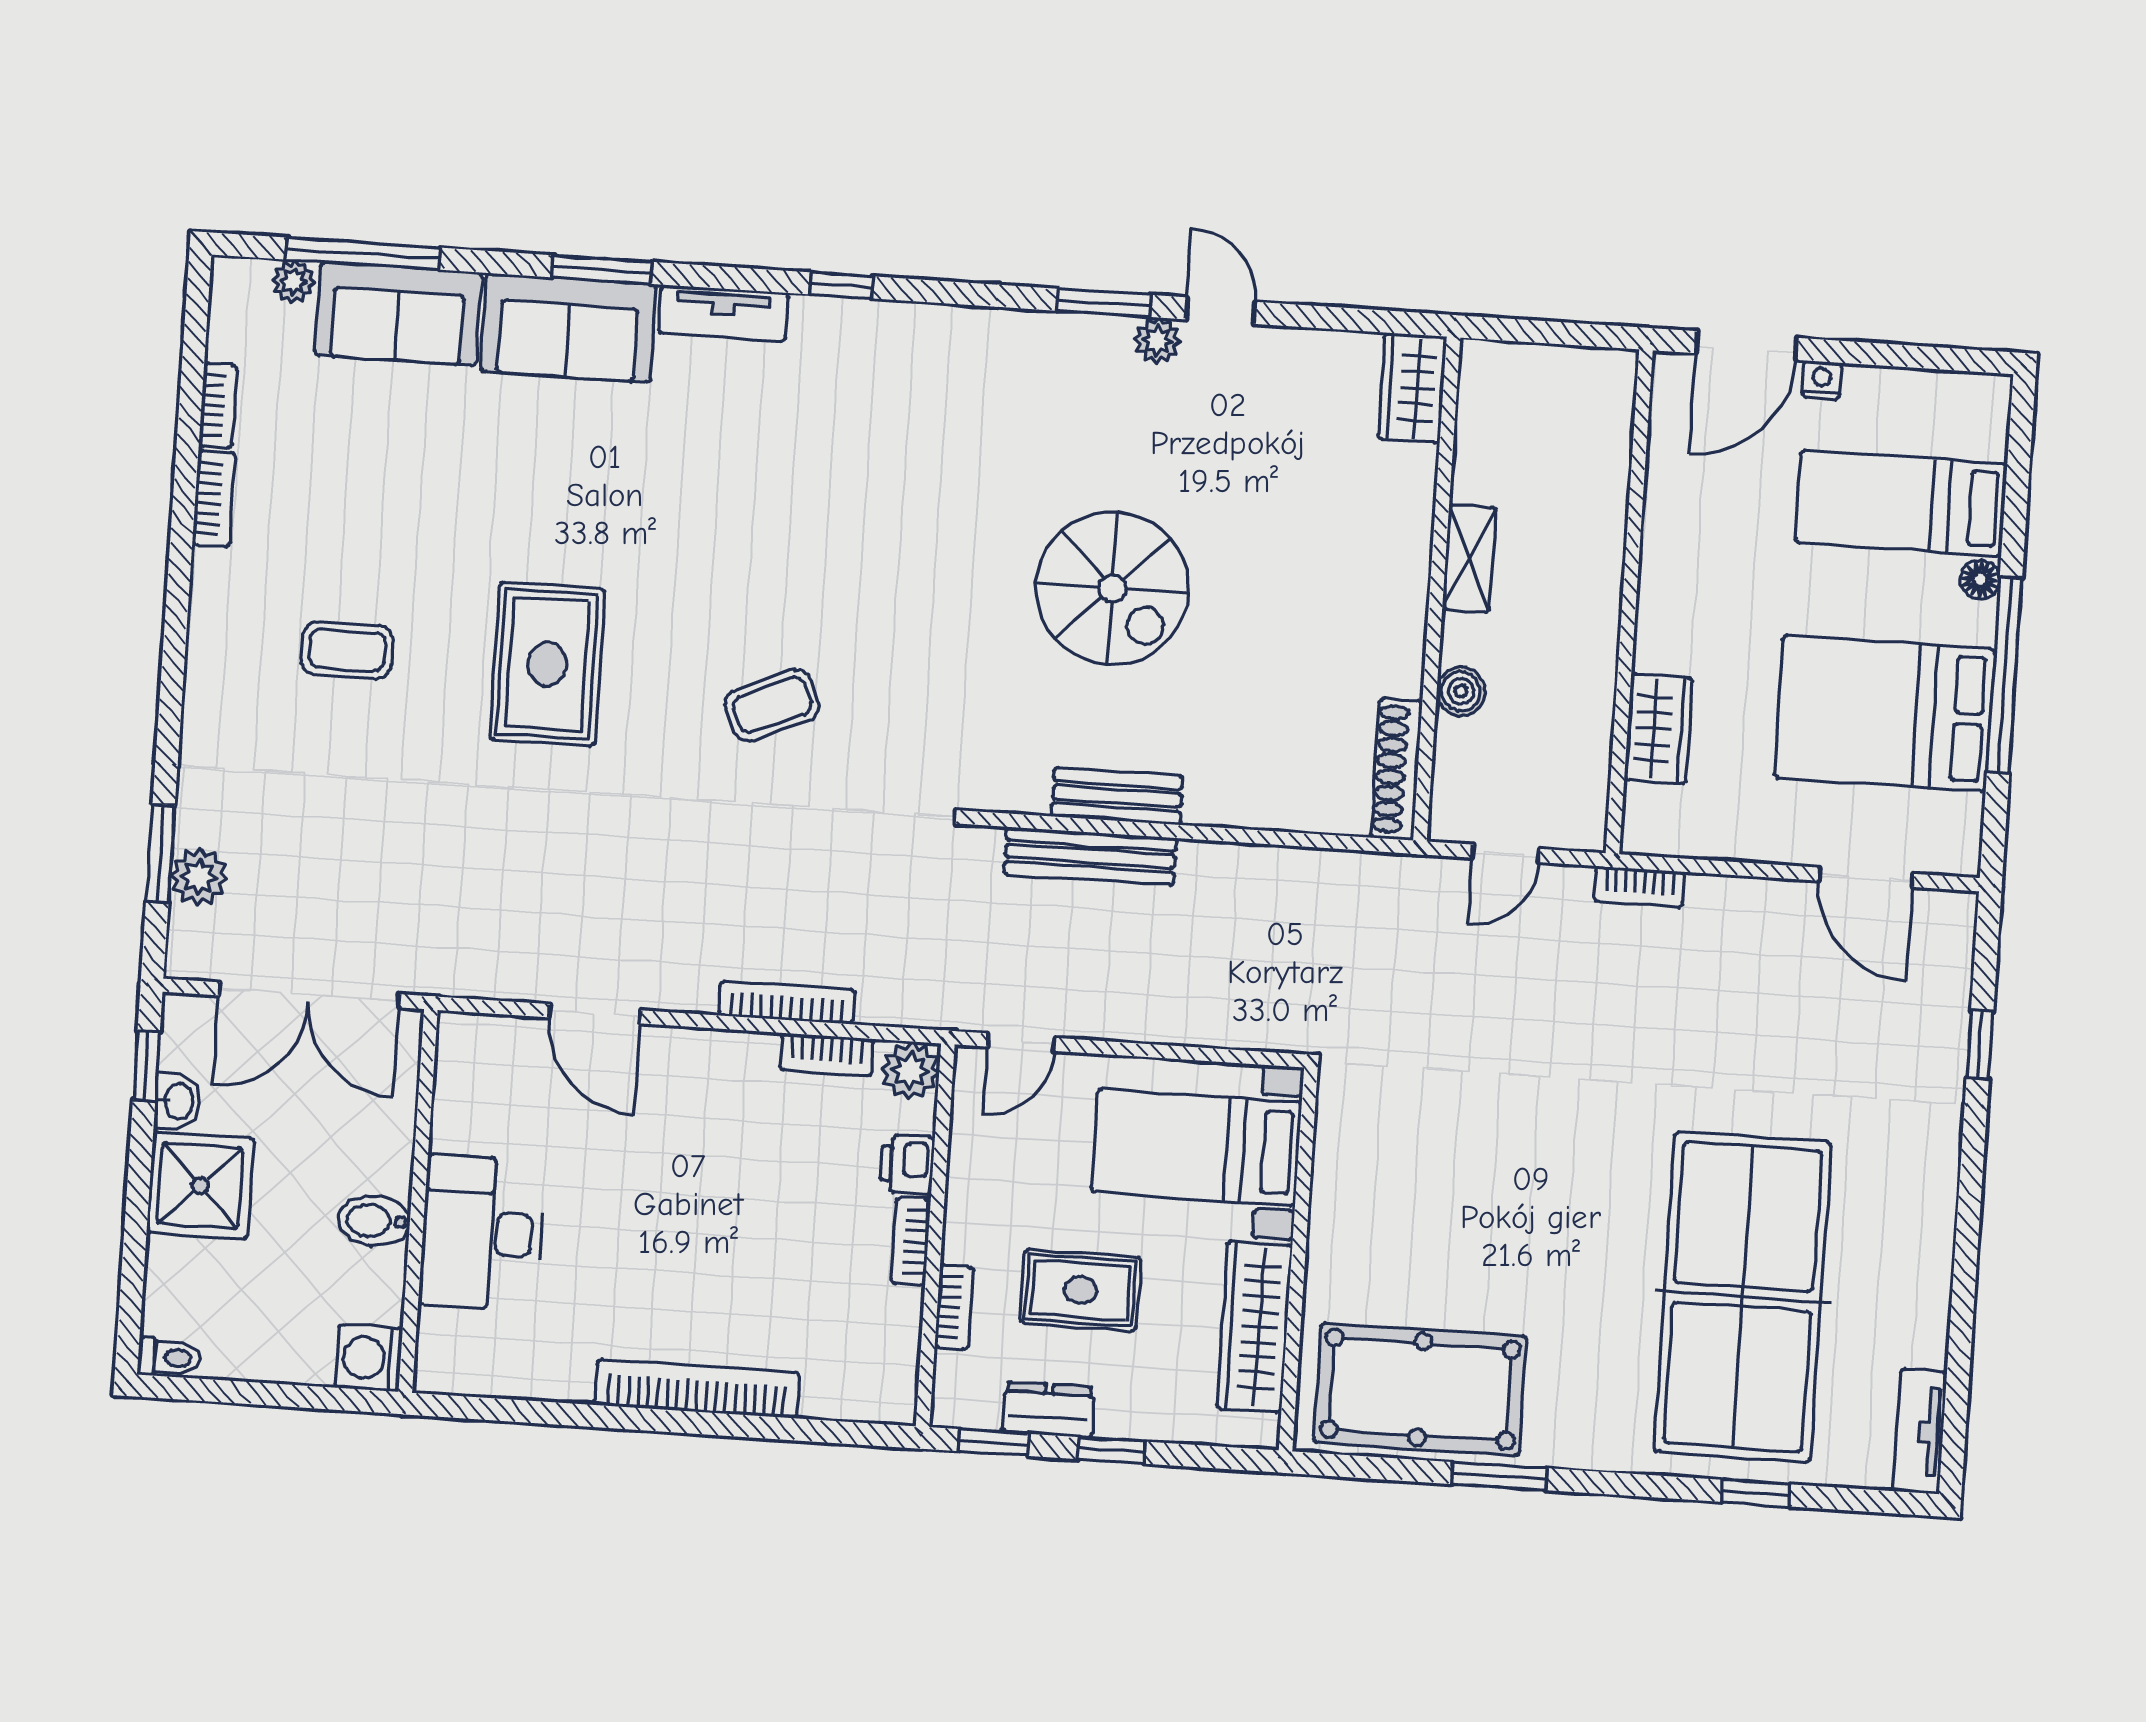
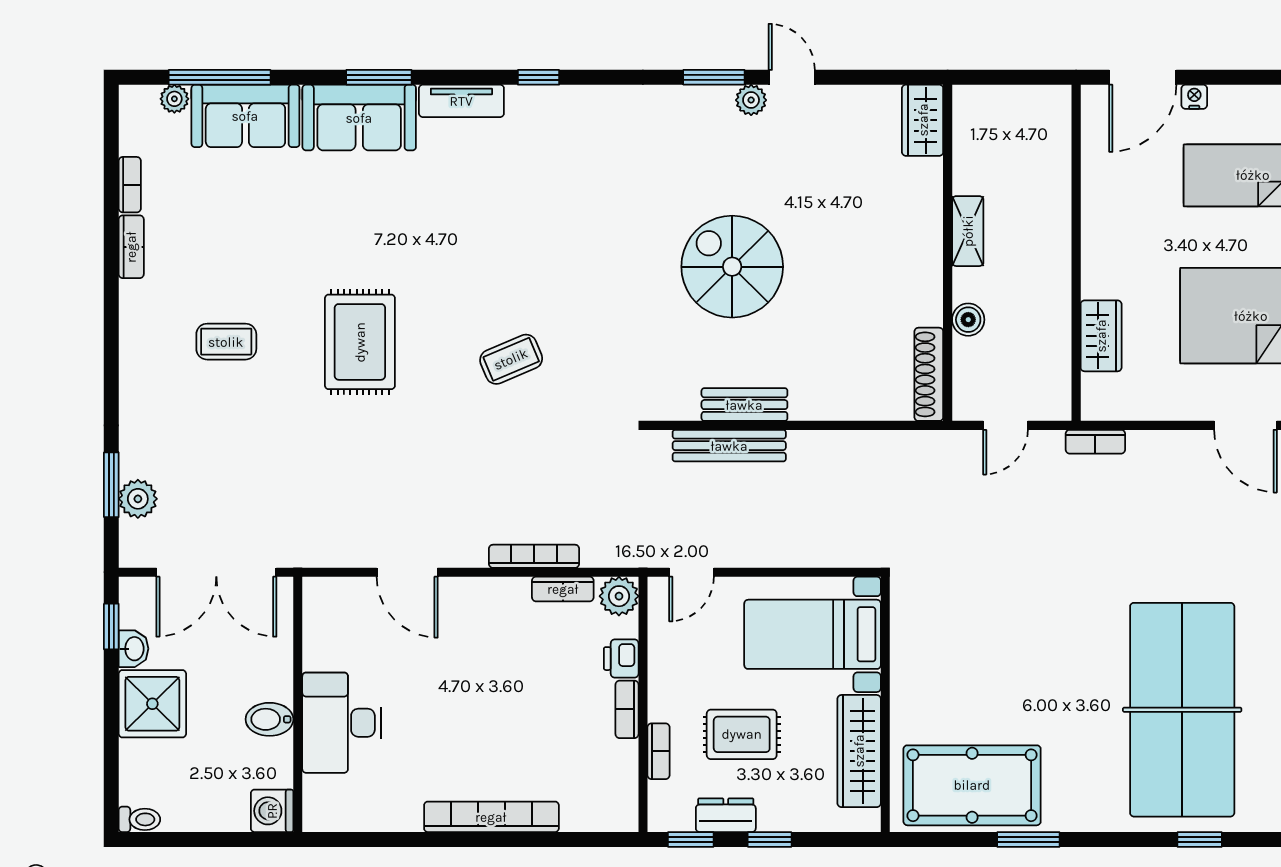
spiral stairs: (1112, 588) -> (732, 267), turned 180

